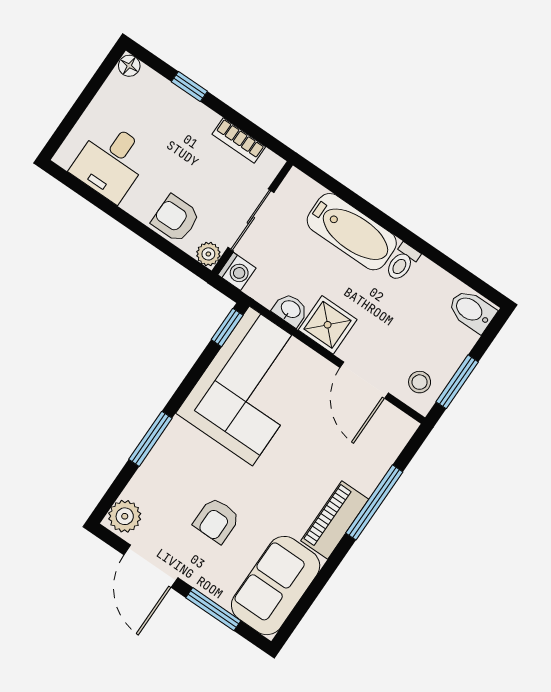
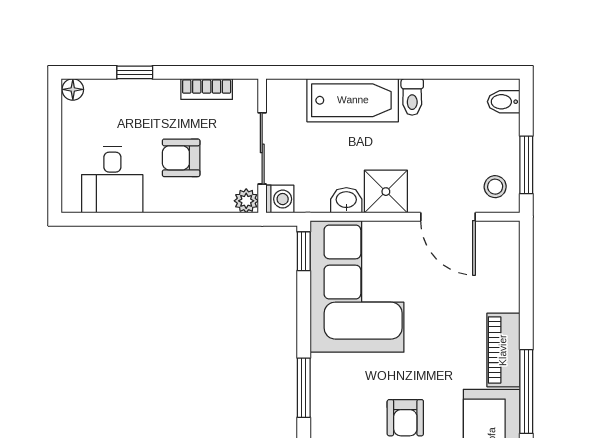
armchair: (176, 219) -> (181, 158), moved
bidet: (472, 311) -> (504, 102), width x0.72, depth x0.74
window: (374, 502) -> (526, 392), moved

